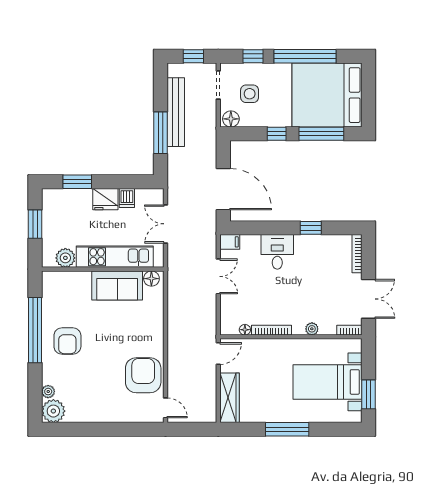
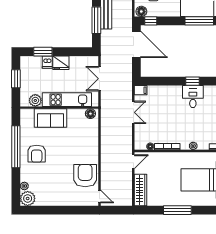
window: (277, 134) -> (151, 21), moved
door: (223, 189) -> (136, 44), moved
dishwasher: (127, 198) -> (47, 62), moved
desk: (277, 252) -> (193, 97), moved
sofa: (117, 285) -> (51, 118), moved

